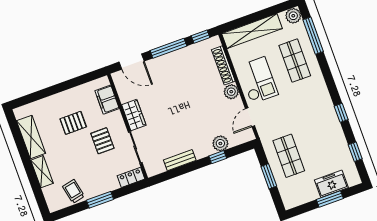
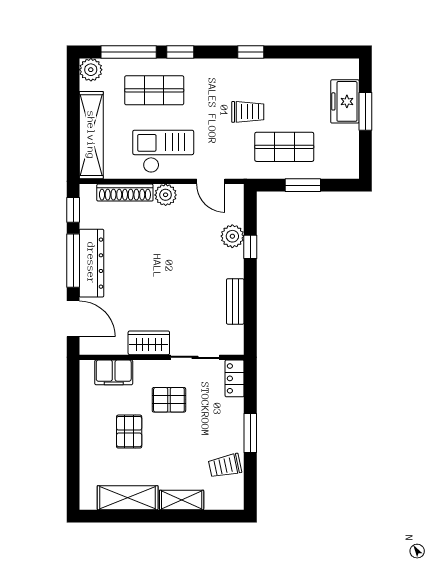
dresser: (171, 60) -> (91, 263), added
door: (132, 62) -> (73, 319), hinge flipped
trolley: (302, 125) -> (248, 112), added
window: (355, 152) -> (180, 52), moved

